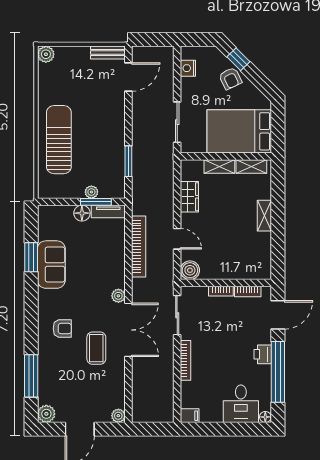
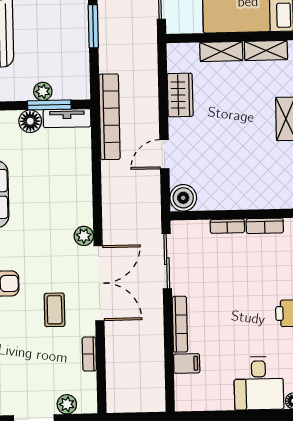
window: (128, 161) -> (93, 26), moved
door: (177, 239) -> (164, 154), swing flipped
bookcase: (139, 246) -> (110, 117), moved
coffee table: (96, 348) -> (55, 310), width x0.73, depth x0.77
bookcase: (120, 380) -> (89, 354), added
plant: (118, 416) -> (67, 404), moved
filing cabinet: (190, 416) -> (187, 363), moved

